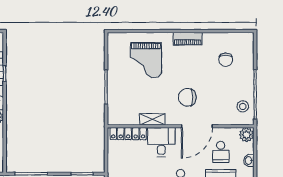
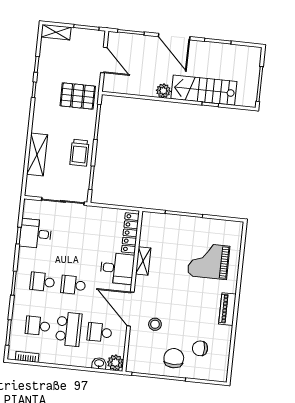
chair: (187, 97) -> (174, 358), moved
stool: (243, 106) -> (155, 324), moved
washbasin: (249, 160) -> (99, 363), moved

